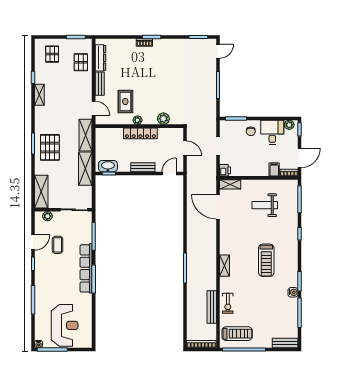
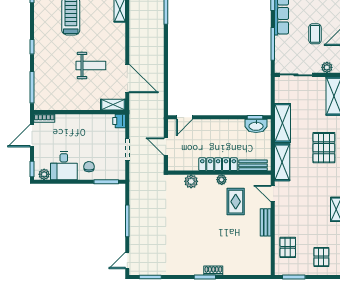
dresser: (100, 58) -> (265, 253), removed
bench: (143, 167) -> (253, 165), moved
filing cabinet: (274, 170) -> (62, 122), removed
weight bench: (265, 205) -> (91, 66), moved

